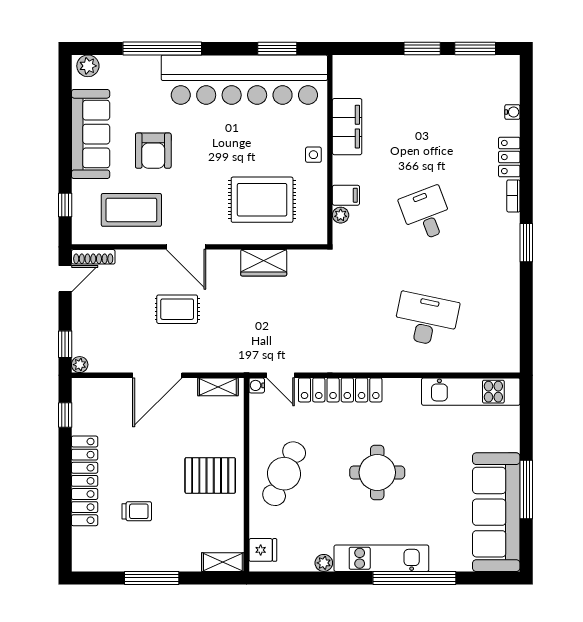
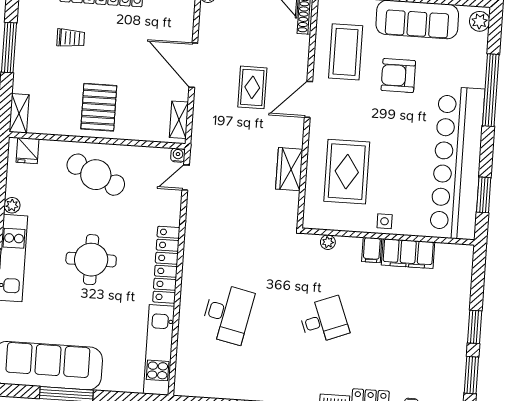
filing cabinet: (346, 195) -> (372, 250), moved
locker: (340, 390) -> (166, 265), moved
trolley: (137, 511) -> (71, 38), turned -90

